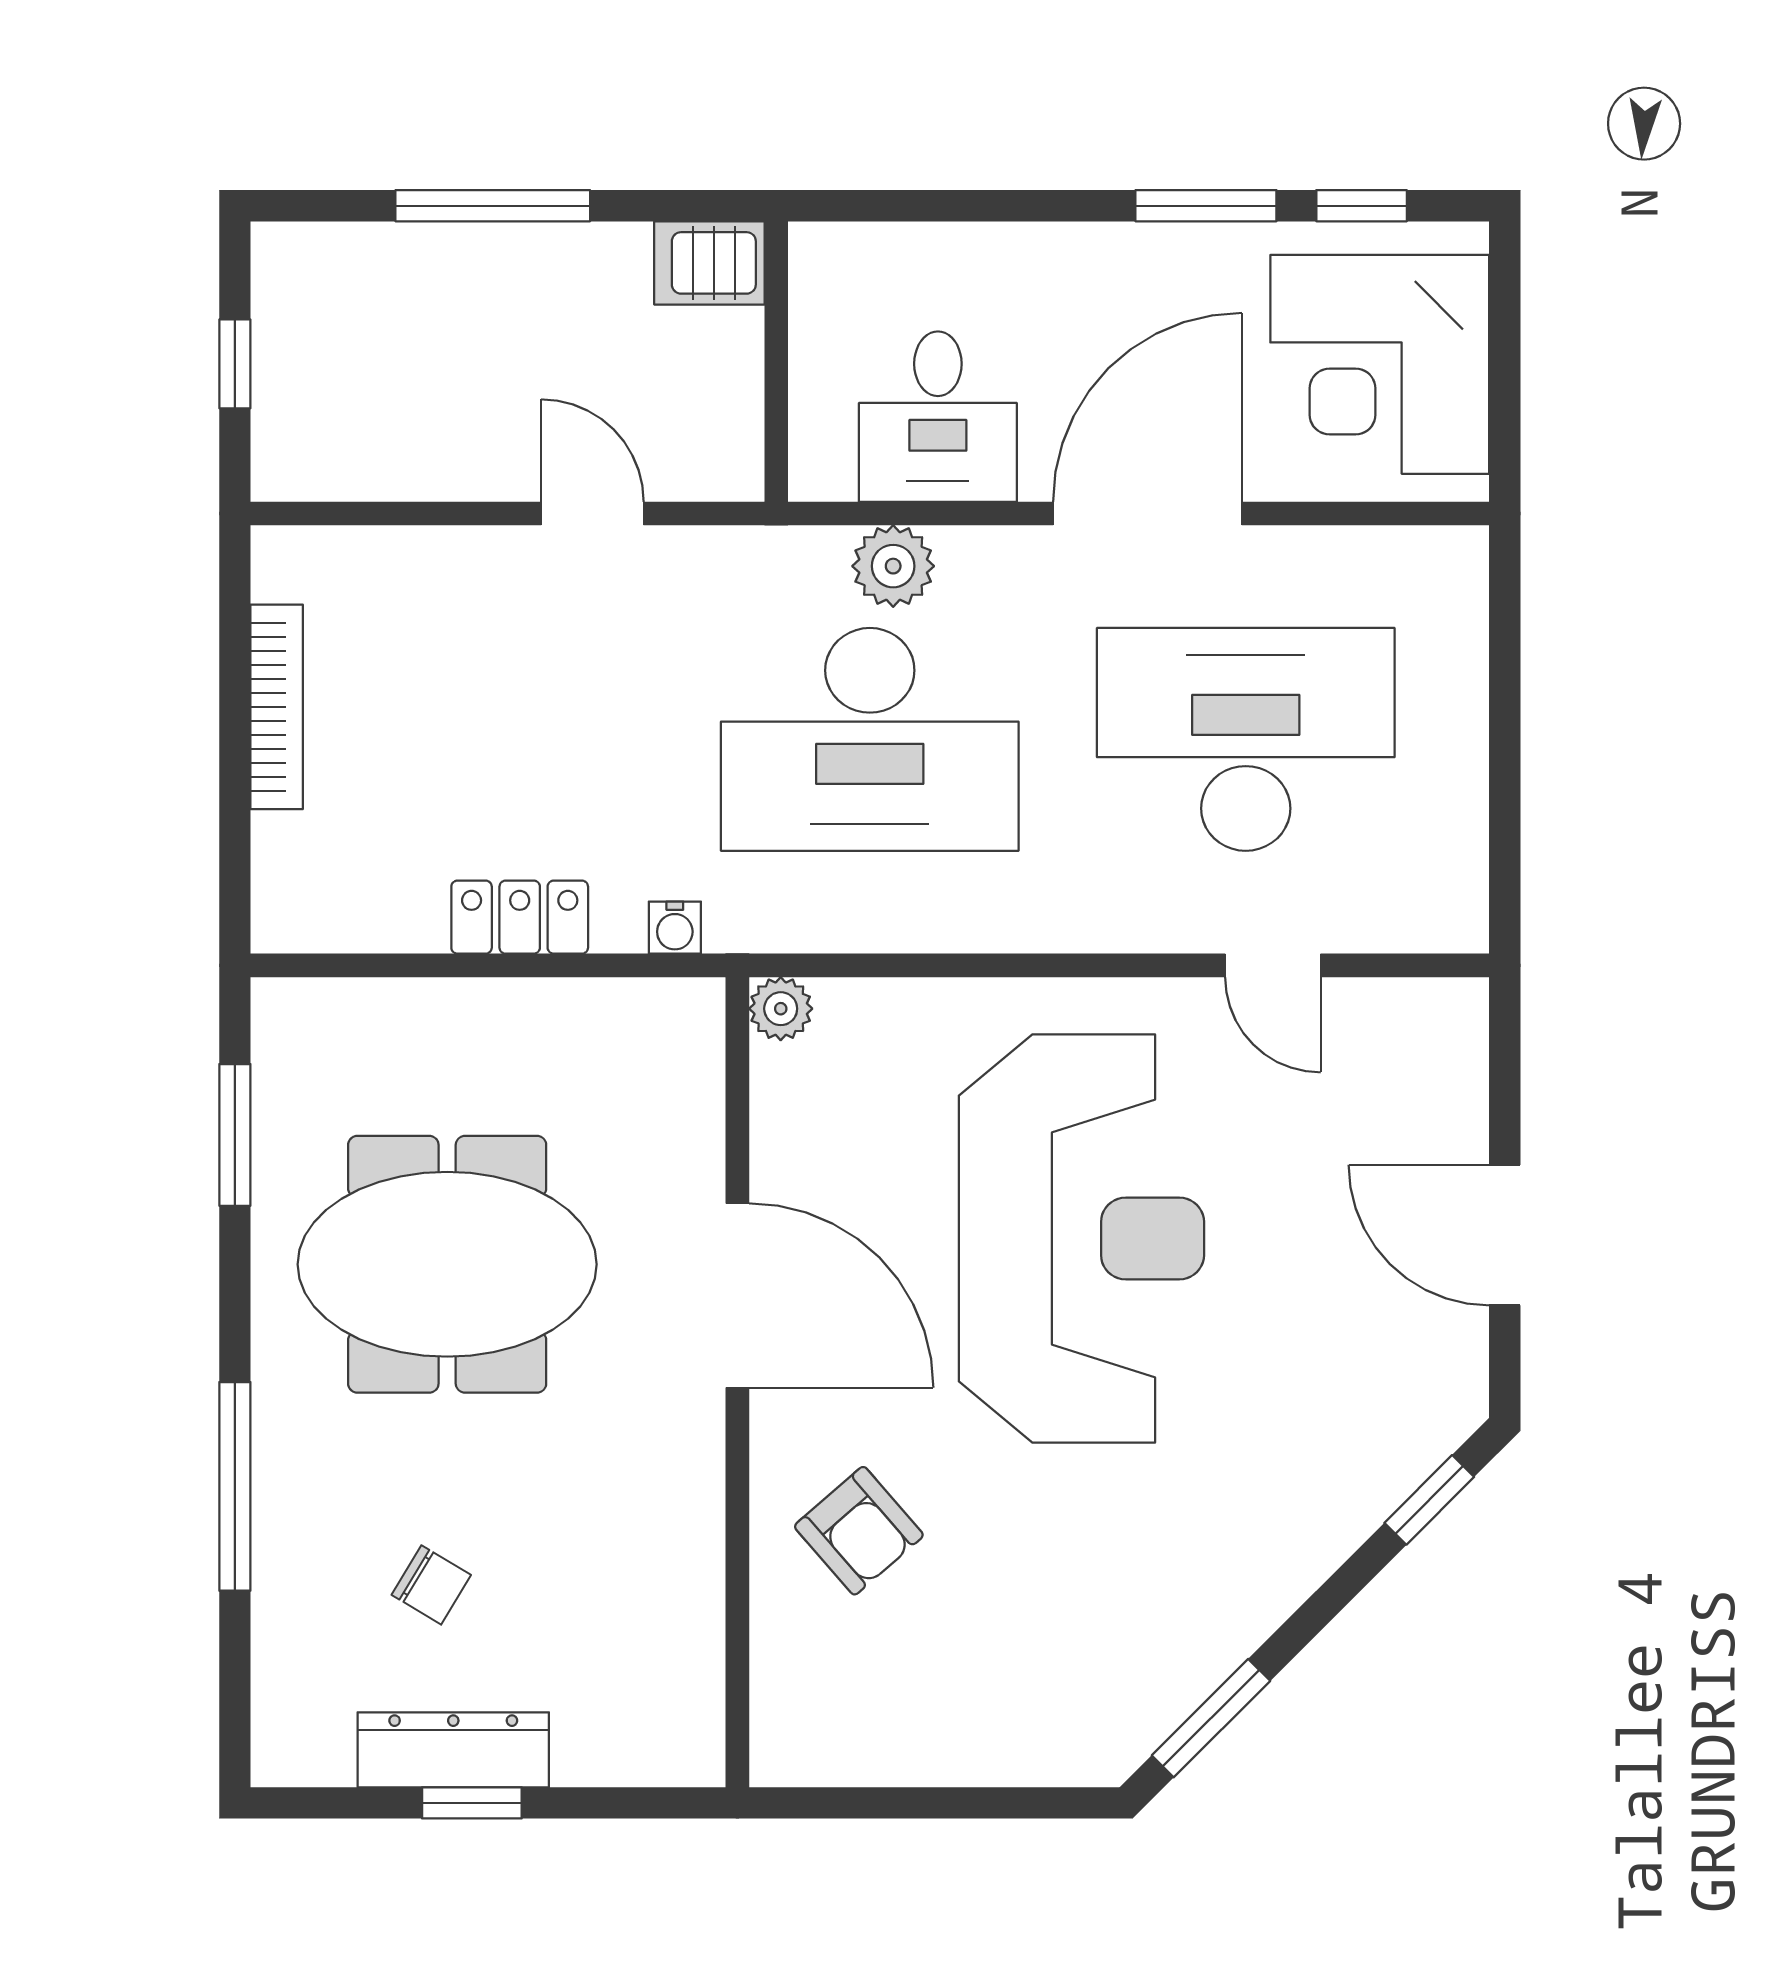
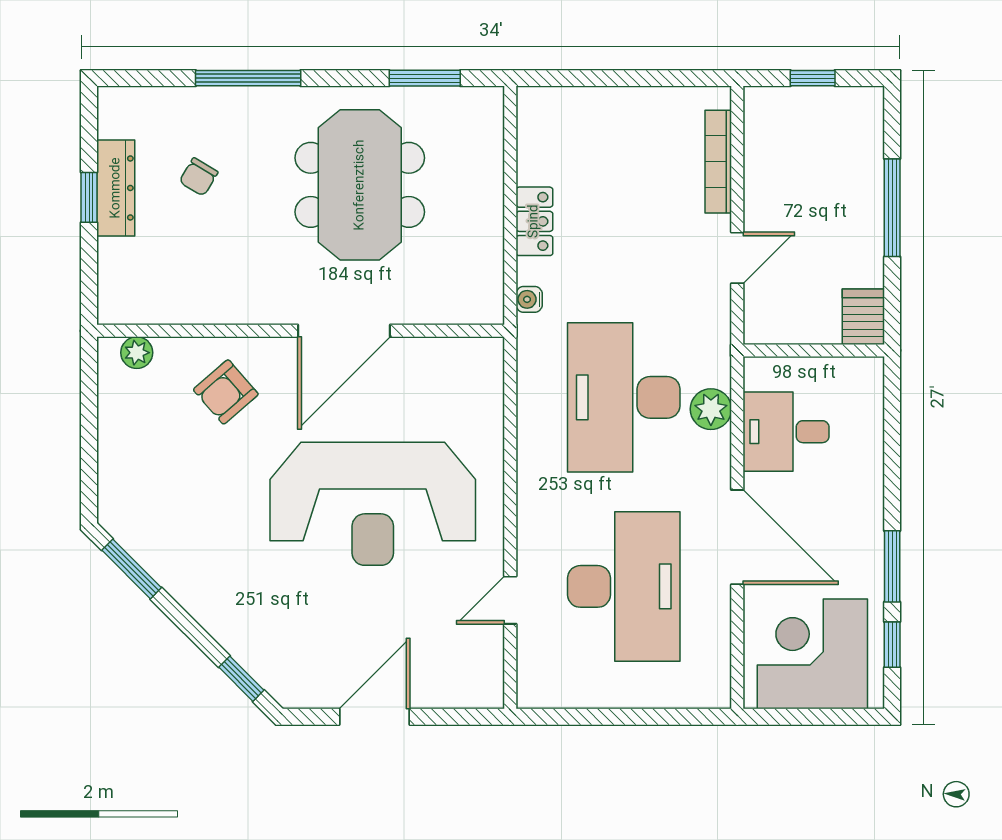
bookcase: (277, 707) -> (718, 162), moved, turned 90
plant: (781, 1009) -> (137, 353), moved

